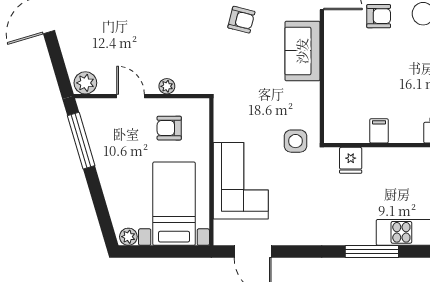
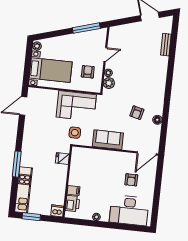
sofa: (302, 51) -> (108, 140), moved
plant: (85, 83) -> (109, 83), moved
filing cabinet: (379, 131) -> (73, 191), moved
corner sofa: (241, 181) -> (76, 106), moved

